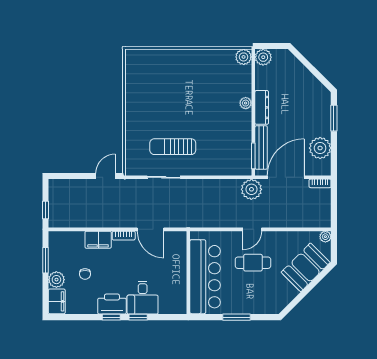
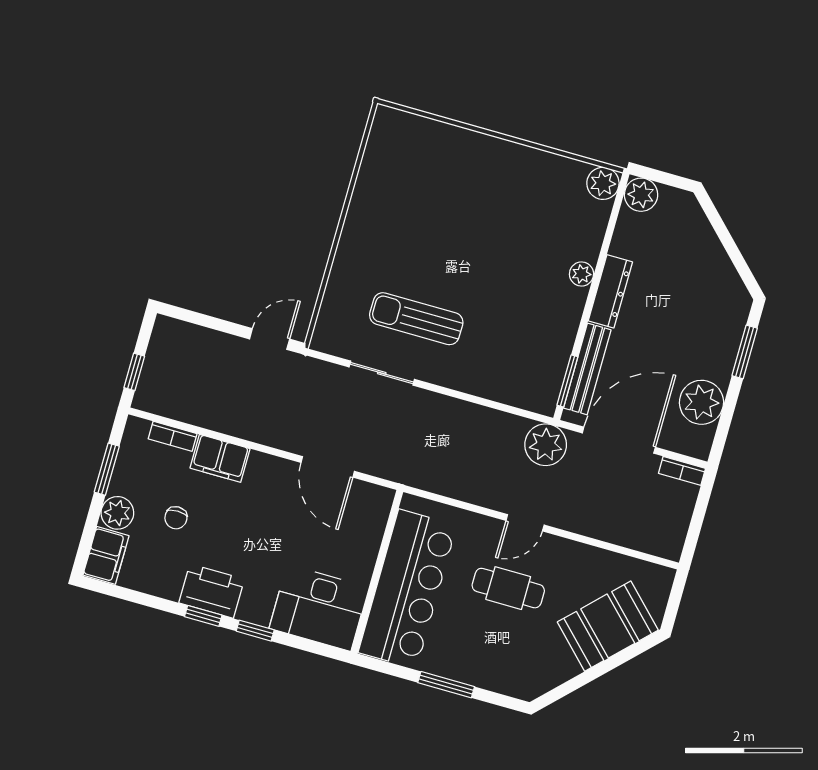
bookcase: (124, 236) -> (173, 436), moved
plant: (325, 237) -> (663, 577), removed
desk: (143, 298) -> (319, 608), moved, width x1.37

